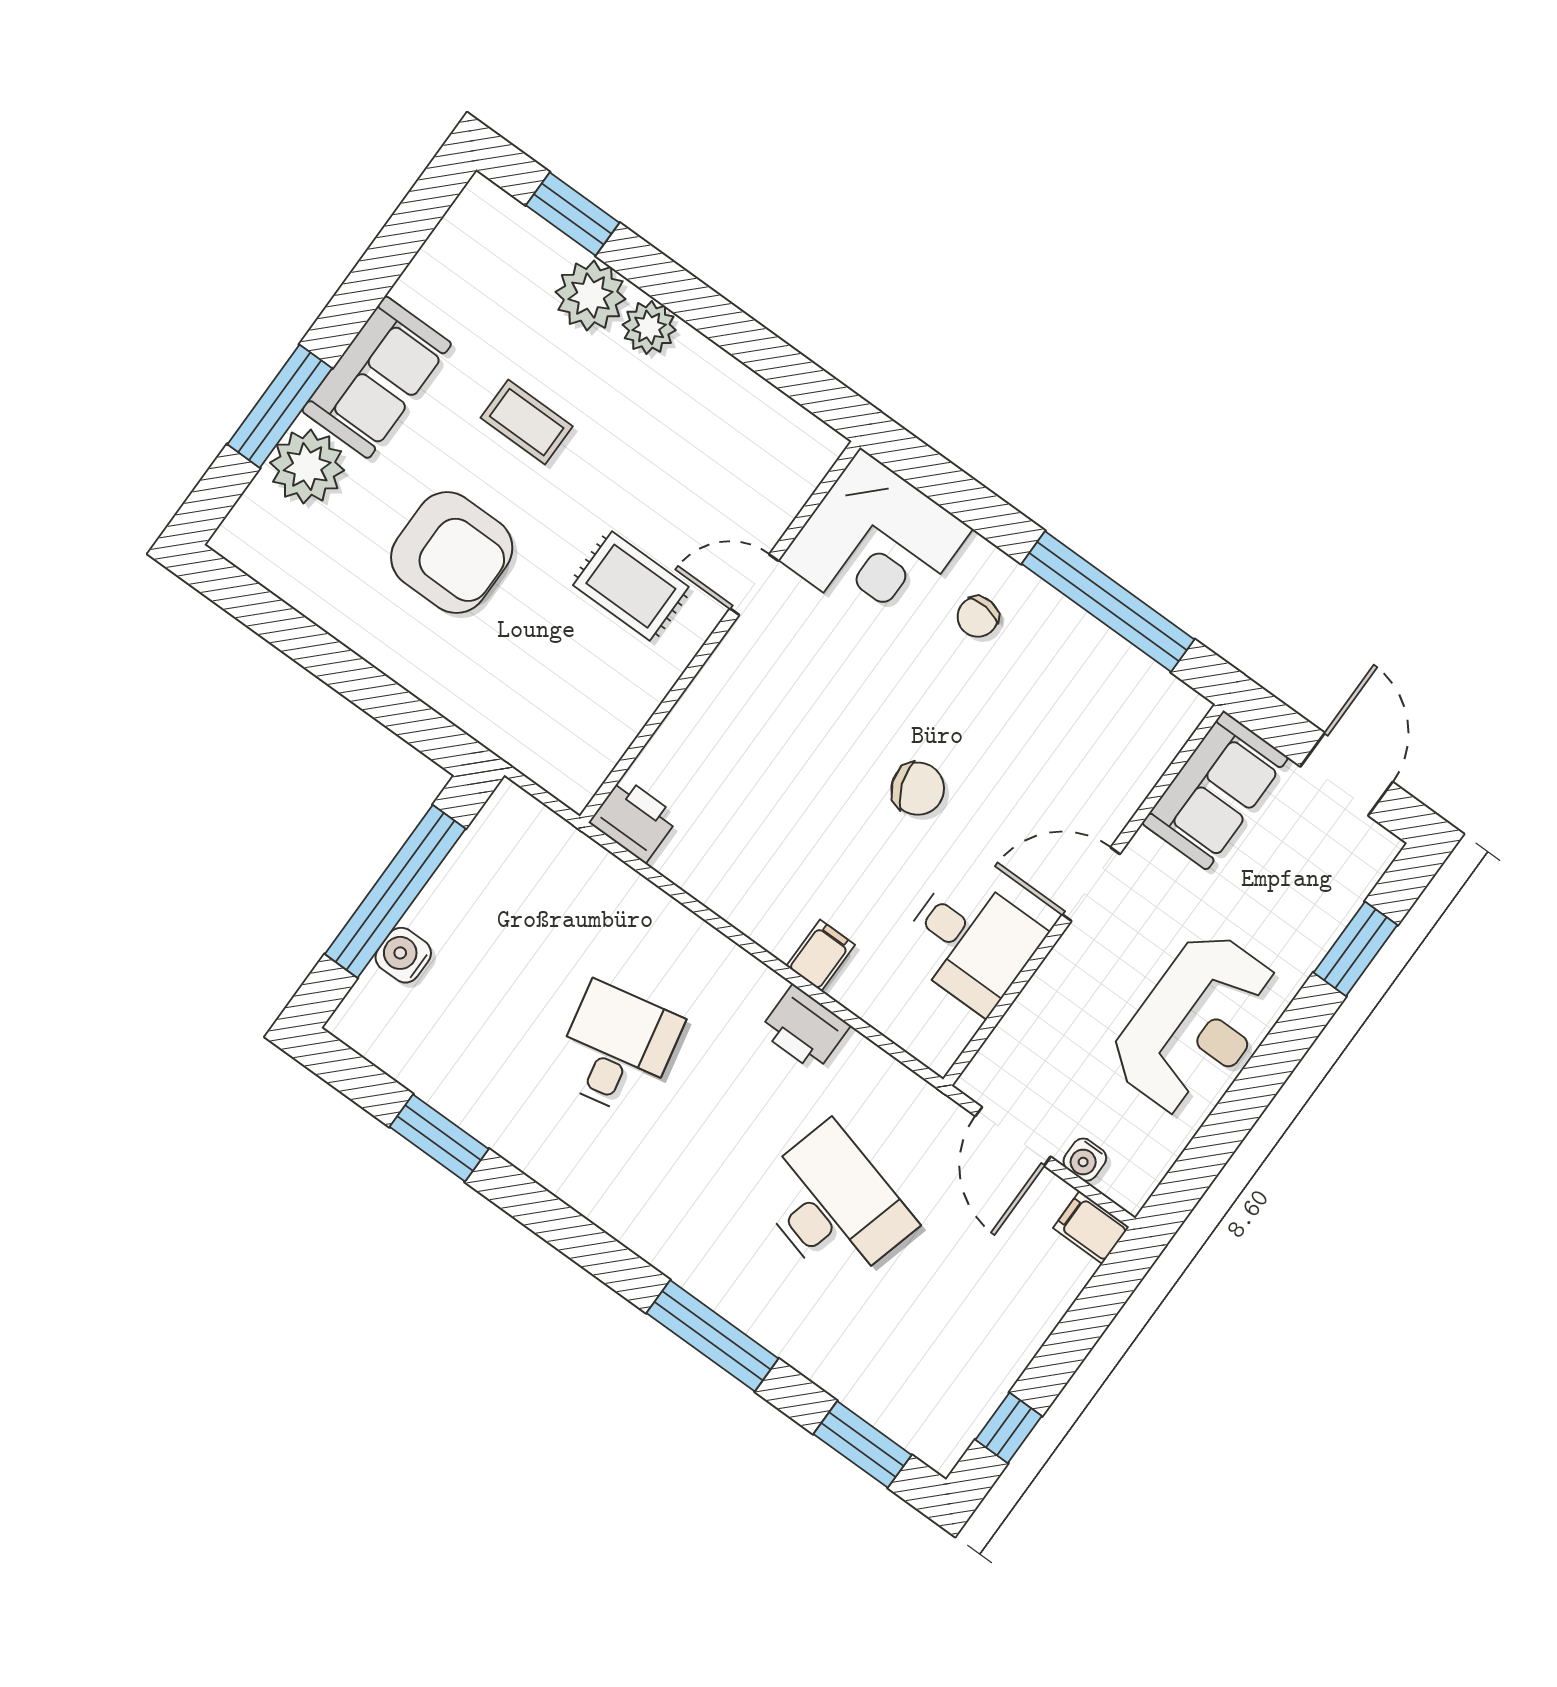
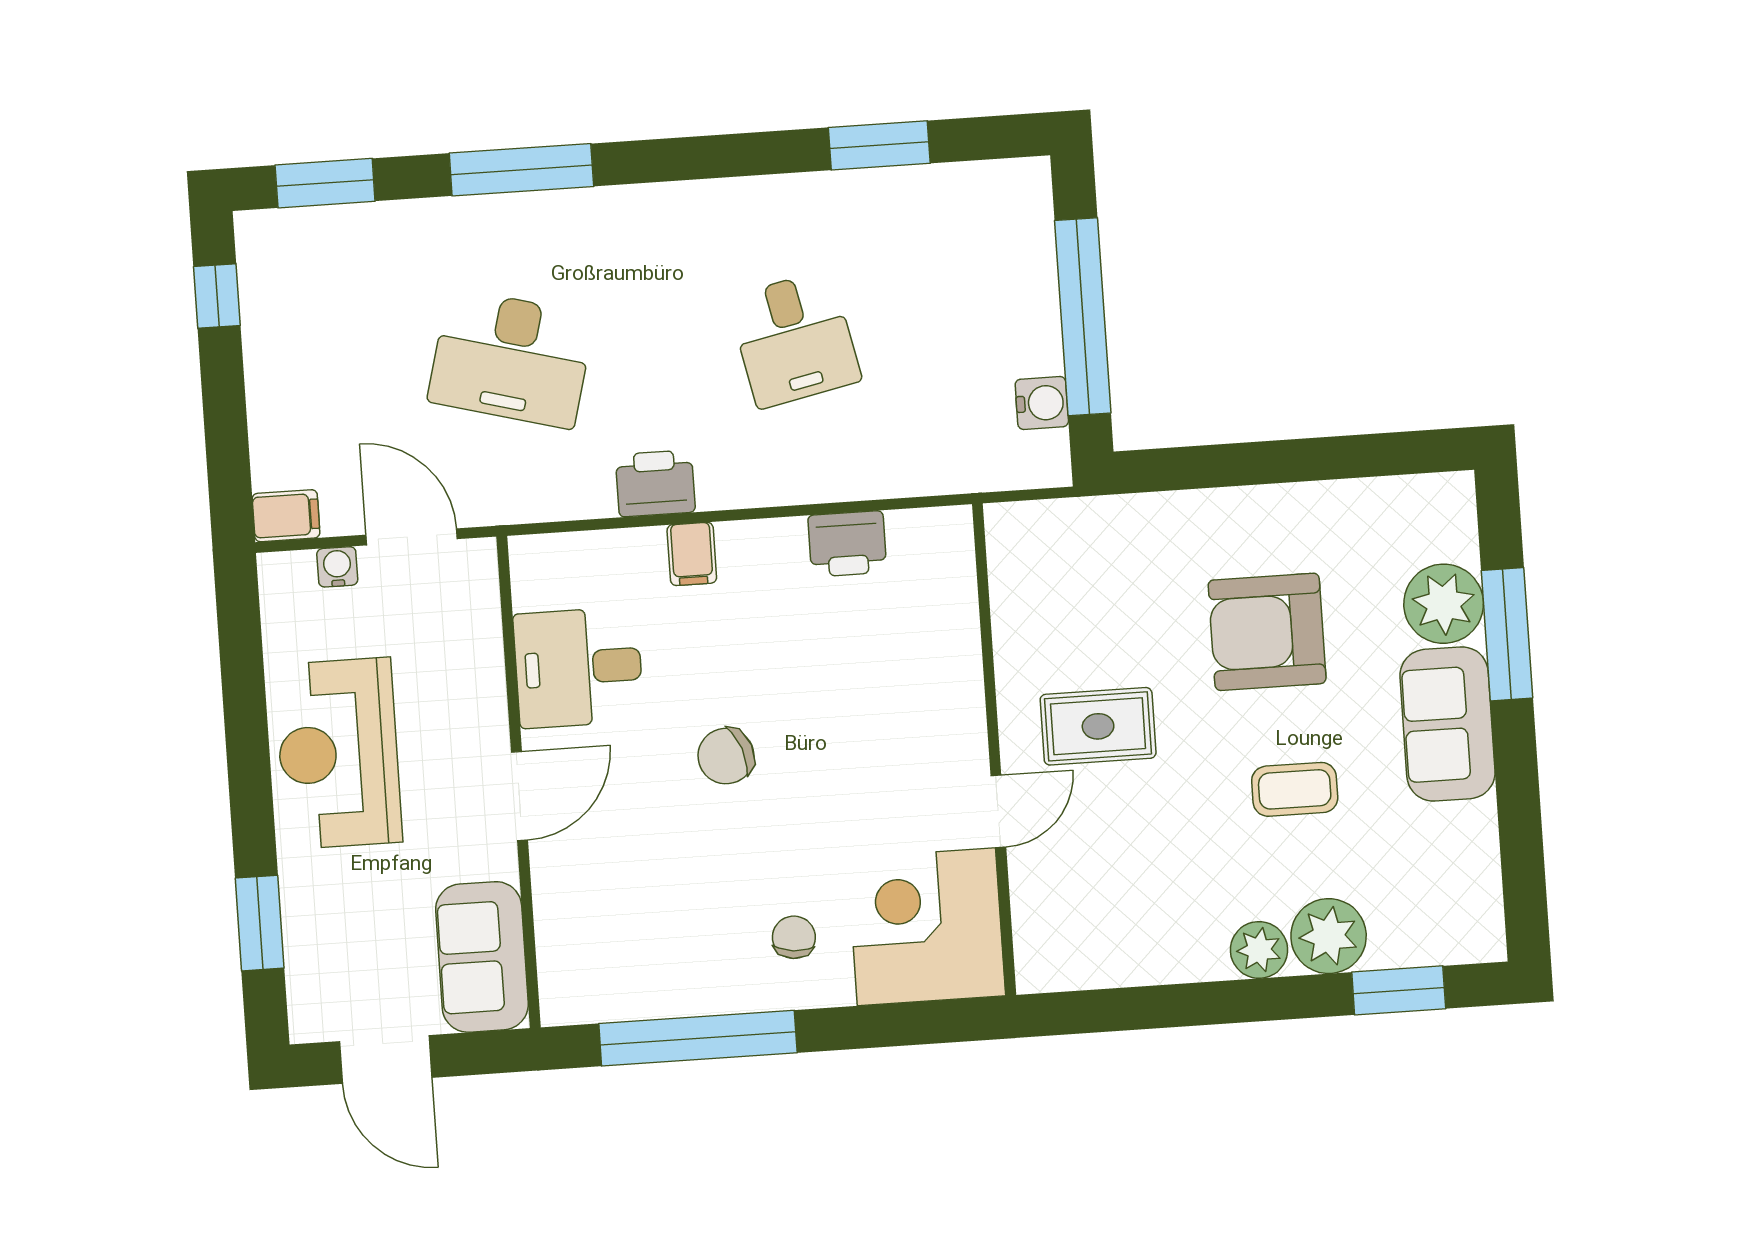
printer: (634, 820) -> (847, 544), moved
water cooler: (403, 955) -> (1042, 403), moved

